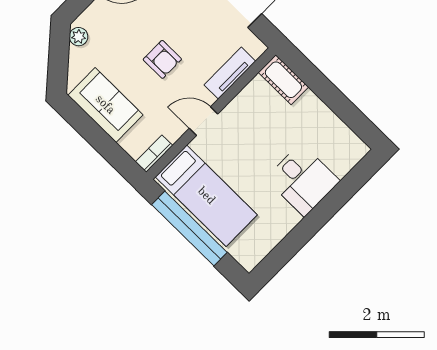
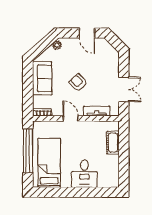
armchair: (162, 59) -> (78, 83), turned 136
cot: (283, 80) -> (113, 143), moved
bed: (206, 196) -> (49, 163), moved, turned 180

